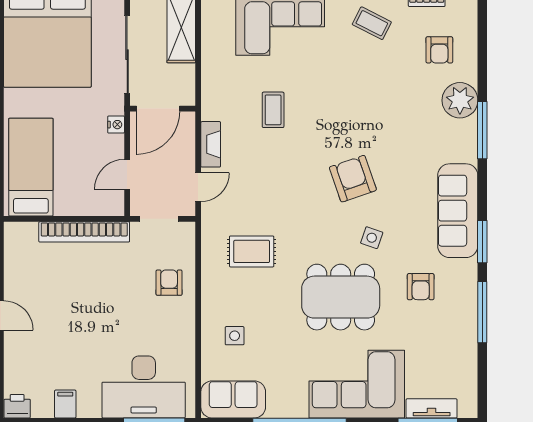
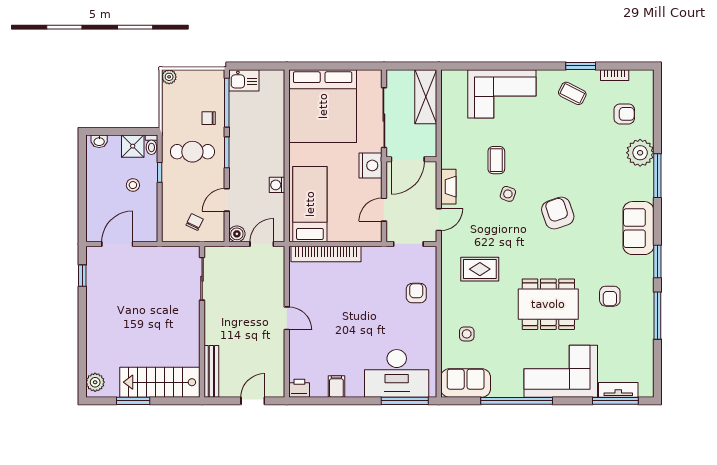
armchair: (439, 50) -> (624, 114), turned -90
nightstand: (116, 125) -> (370, 165), width x1.89, depth x1.79
sofa: (458, 211) -> (638, 228), width x0.73
bookcase: (84, 232) -> (326, 254), moved
side table: (372, 238) -> (508, 194), moved

